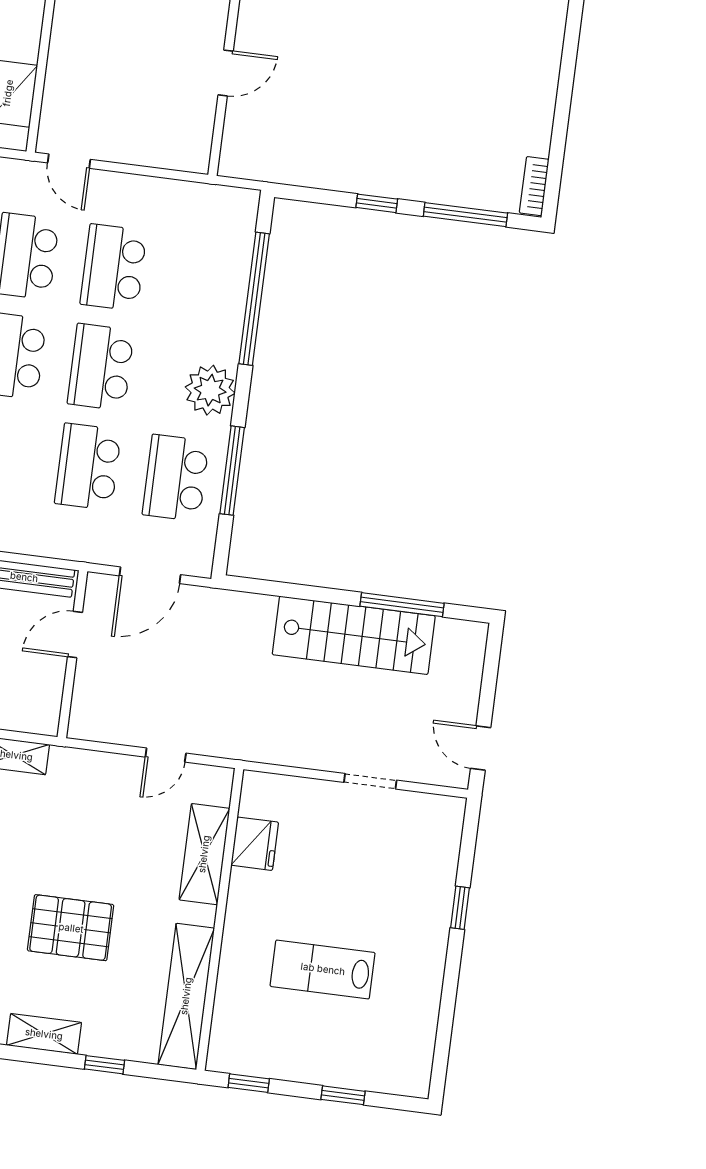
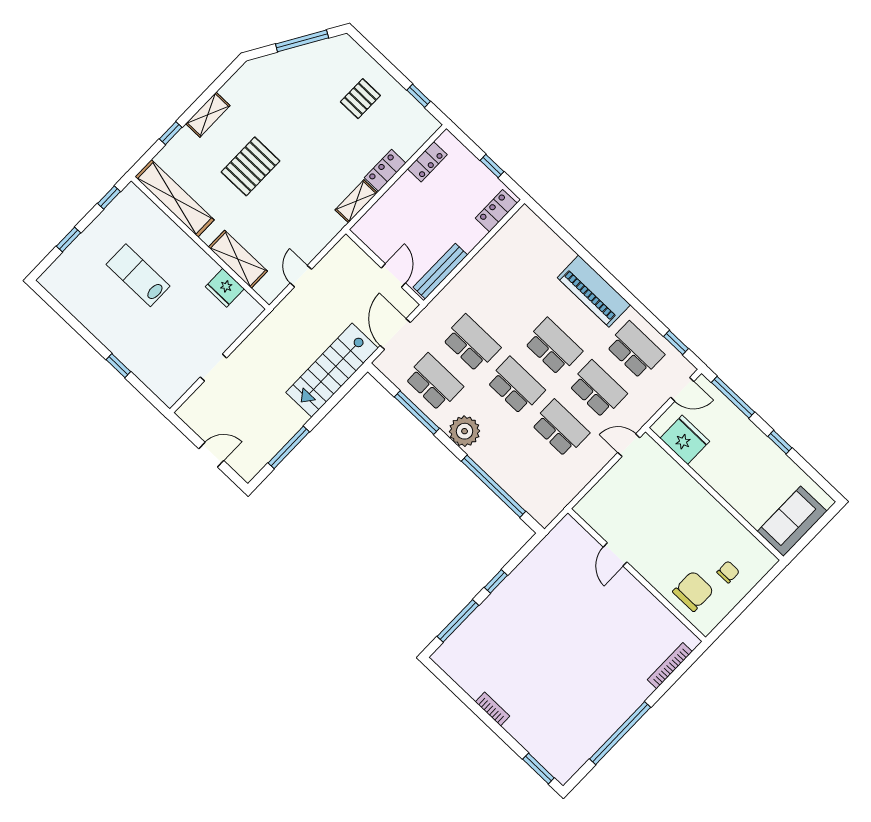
bookcase: (534, 186) -> (492, 709), moved
stairs: (354, 635) -> (332, 370), moved
door: (481, 748) -> (211, 455), moved
lab bench: (323, 969) -> (138, 275), turned -90

